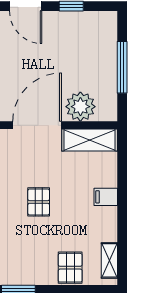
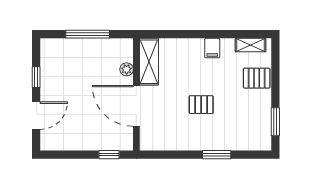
plant: (80, 107) -> (127, 69), width x0.53, depth x0.53
filing cabinet: (106, 197) -> (212, 48), moved

